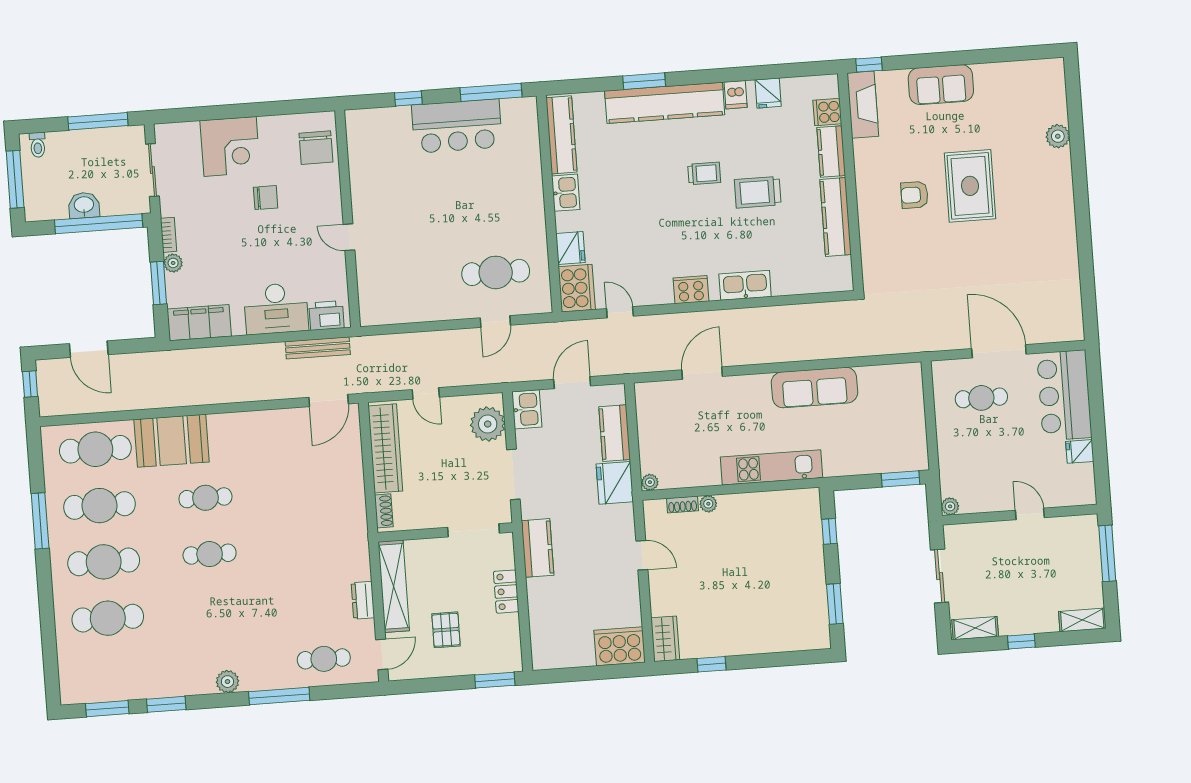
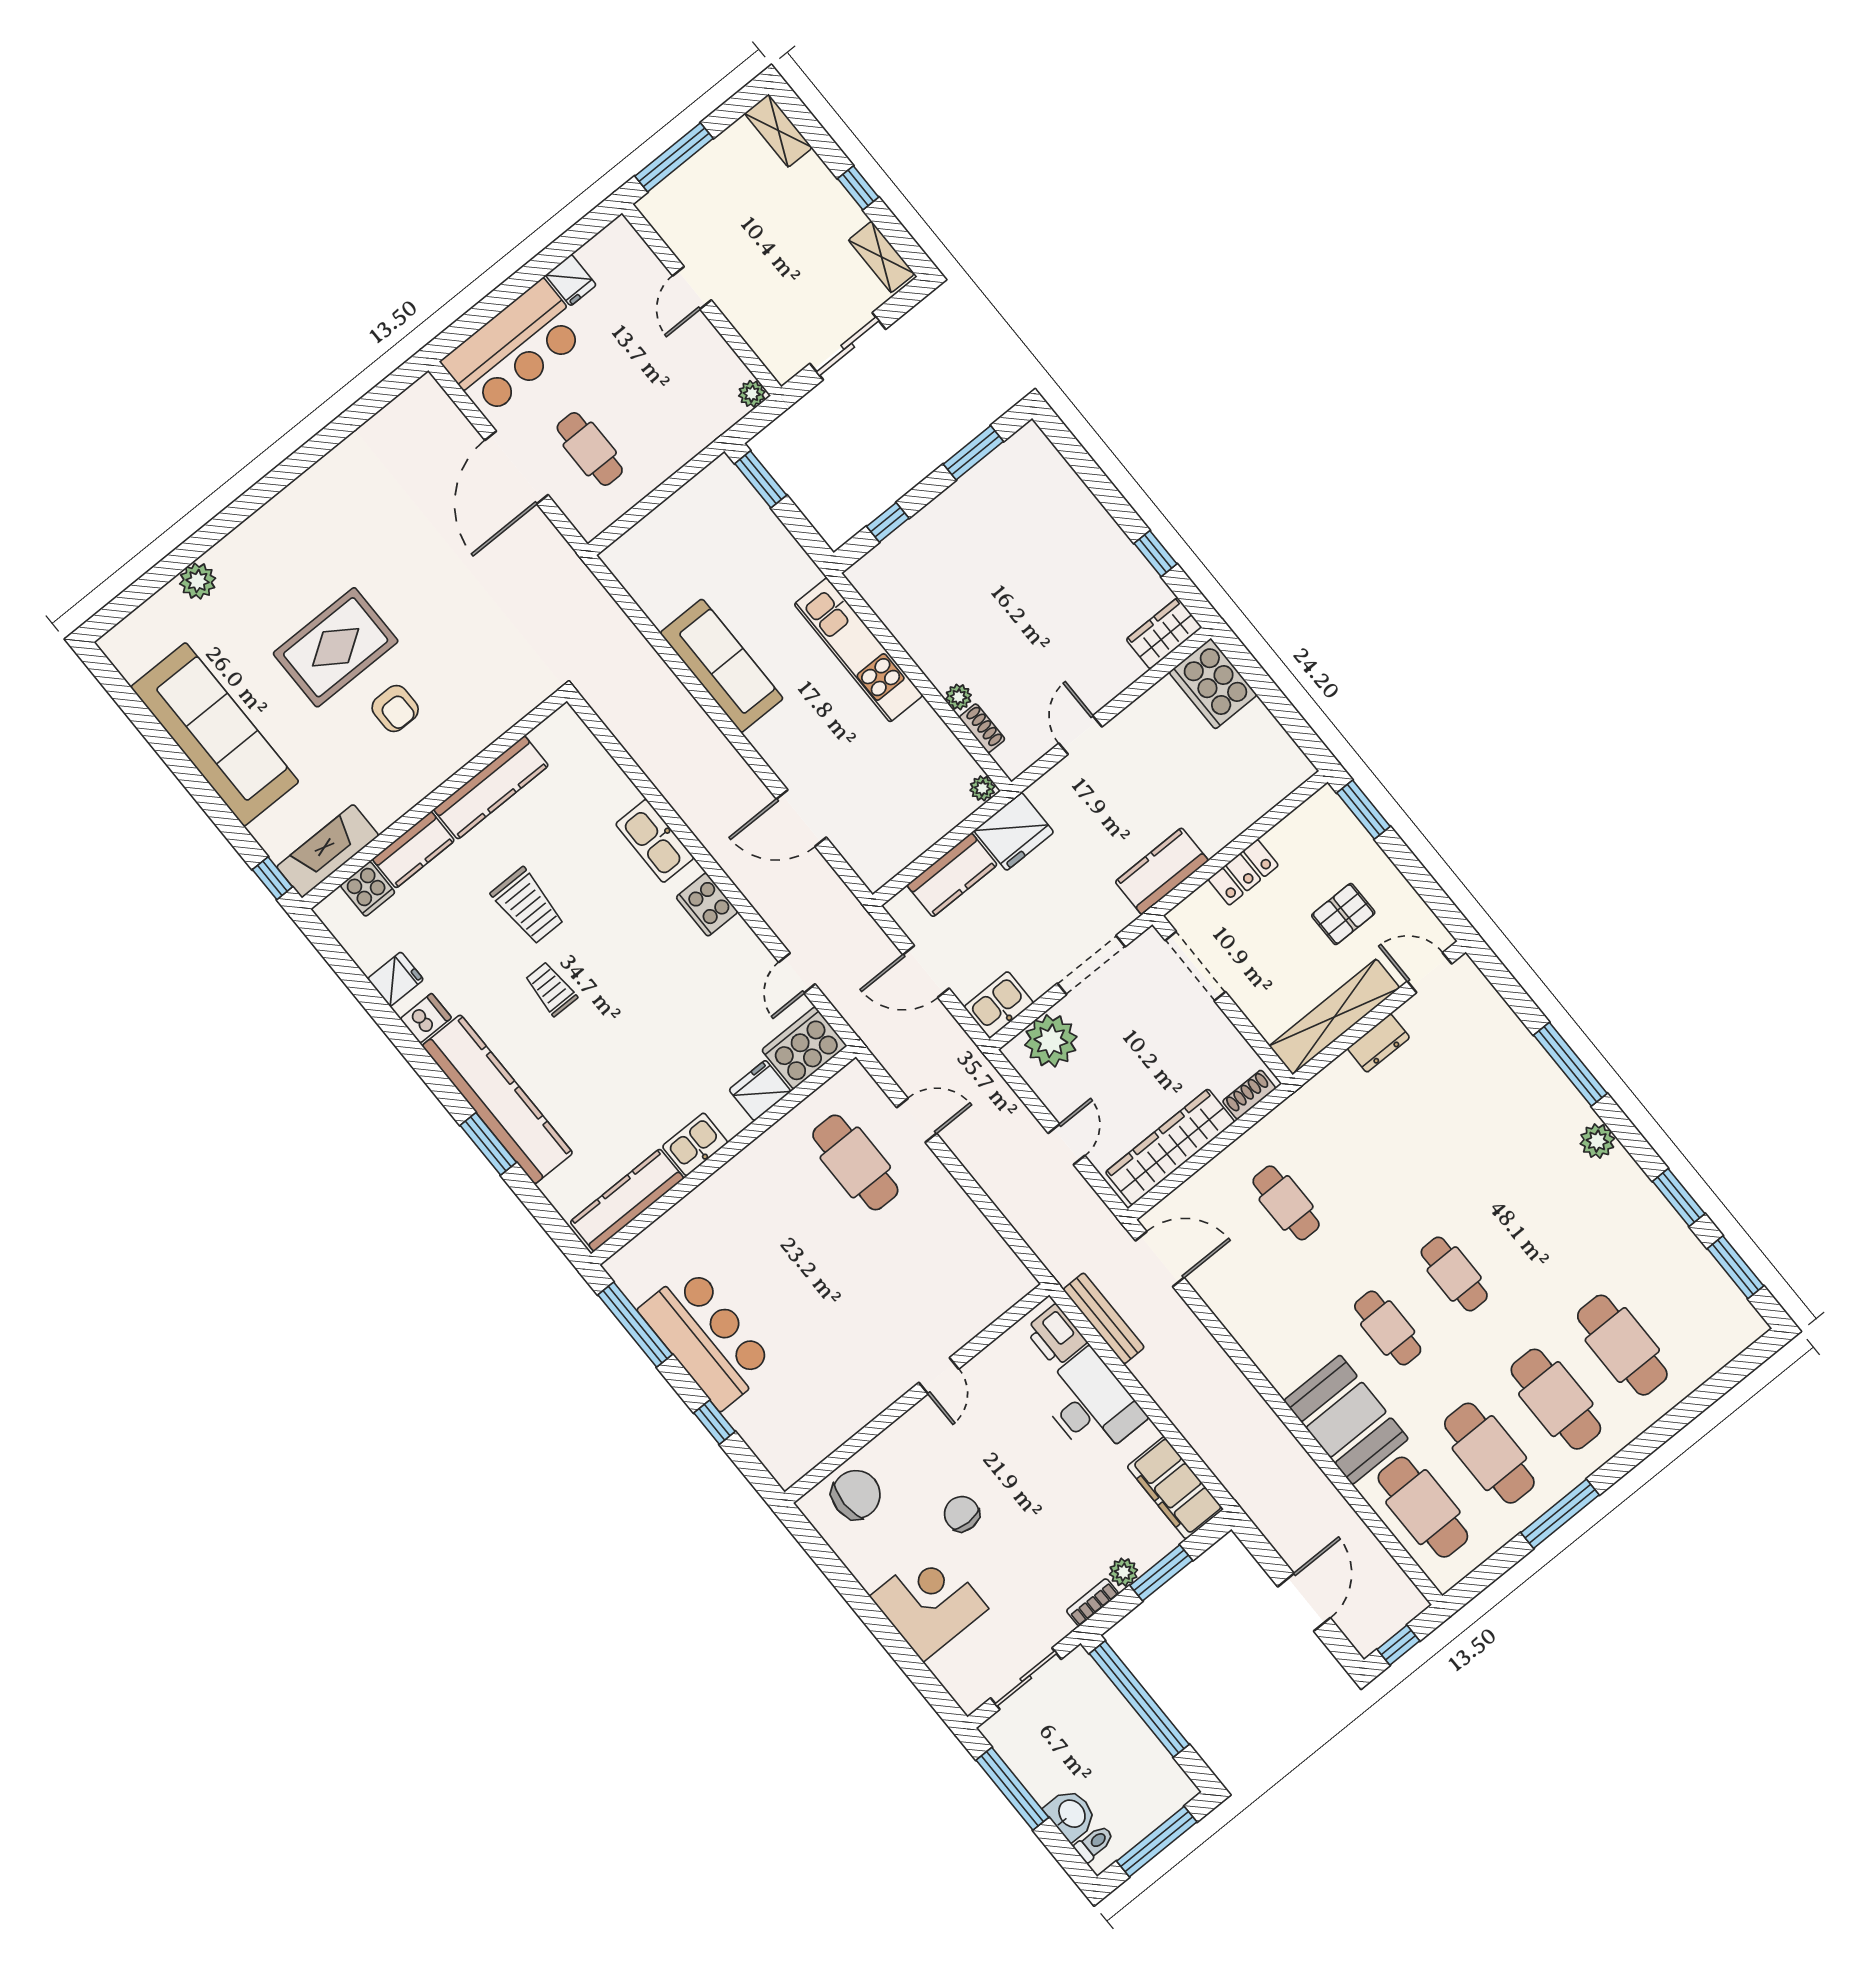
sofa: (941, 85) -> (215, 734), width x1.85, depth x1.27
washbasin: (84, 205) -> (1071, 1814), moved, turned 180
cafe table: (324, 659) -> (1286, 1203), moved

